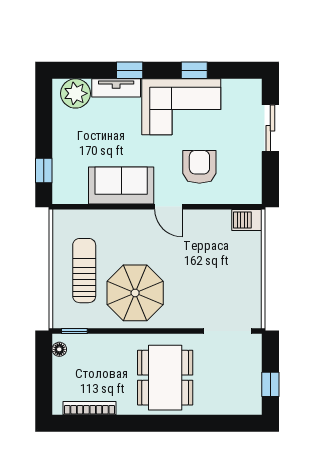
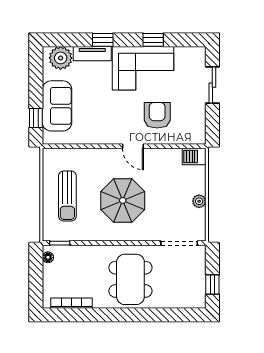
sofa: (121, 185) -> (57, 106), moved, turned 90
sun lounger: (84, 271) -> (67, 196), turned 180
plant: (253, 277) -> (199, 201), added
parasol: (135, 293) -> (123, 200), moved

